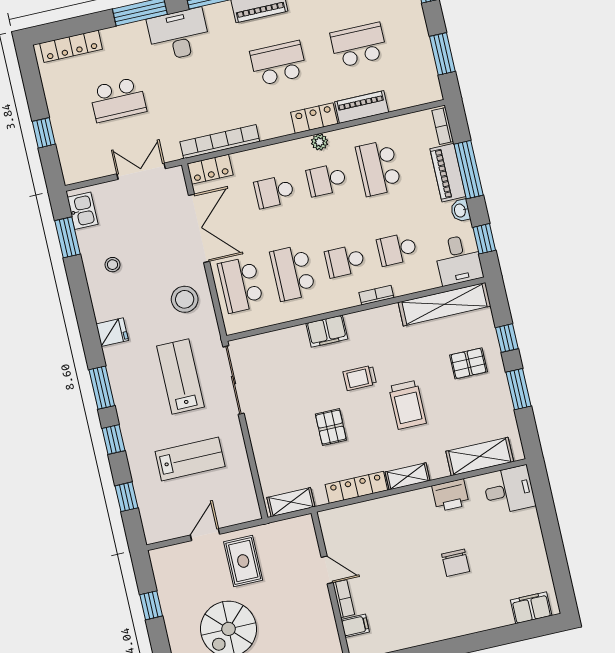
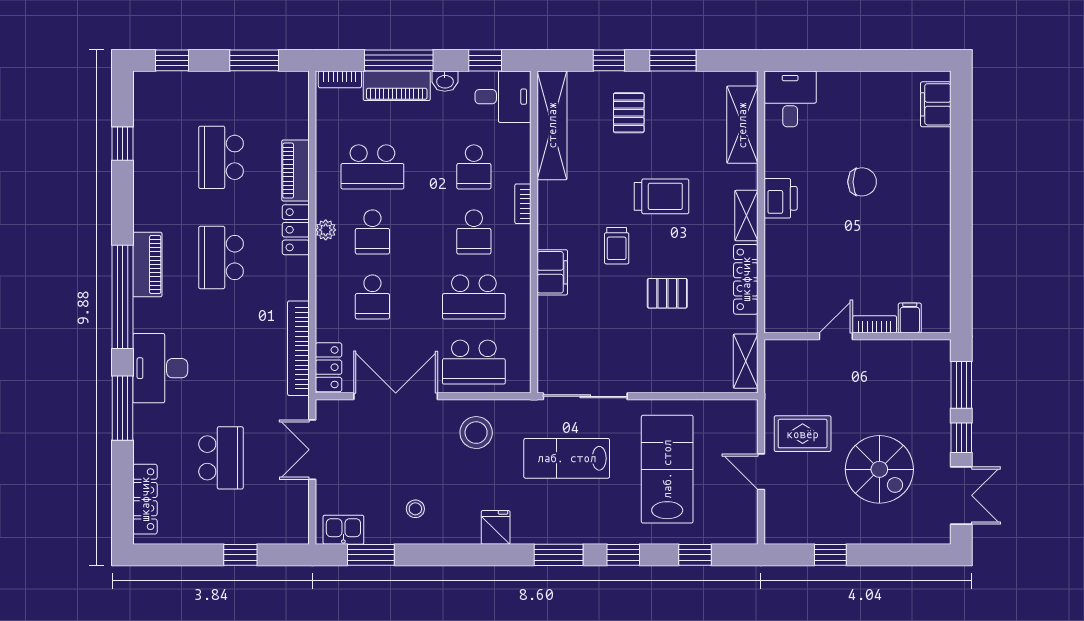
lab bench: (190, 459) -> (667, 469), width x1.36, depth x1.39
printer: (450, 495) -> (781, 198), moved

